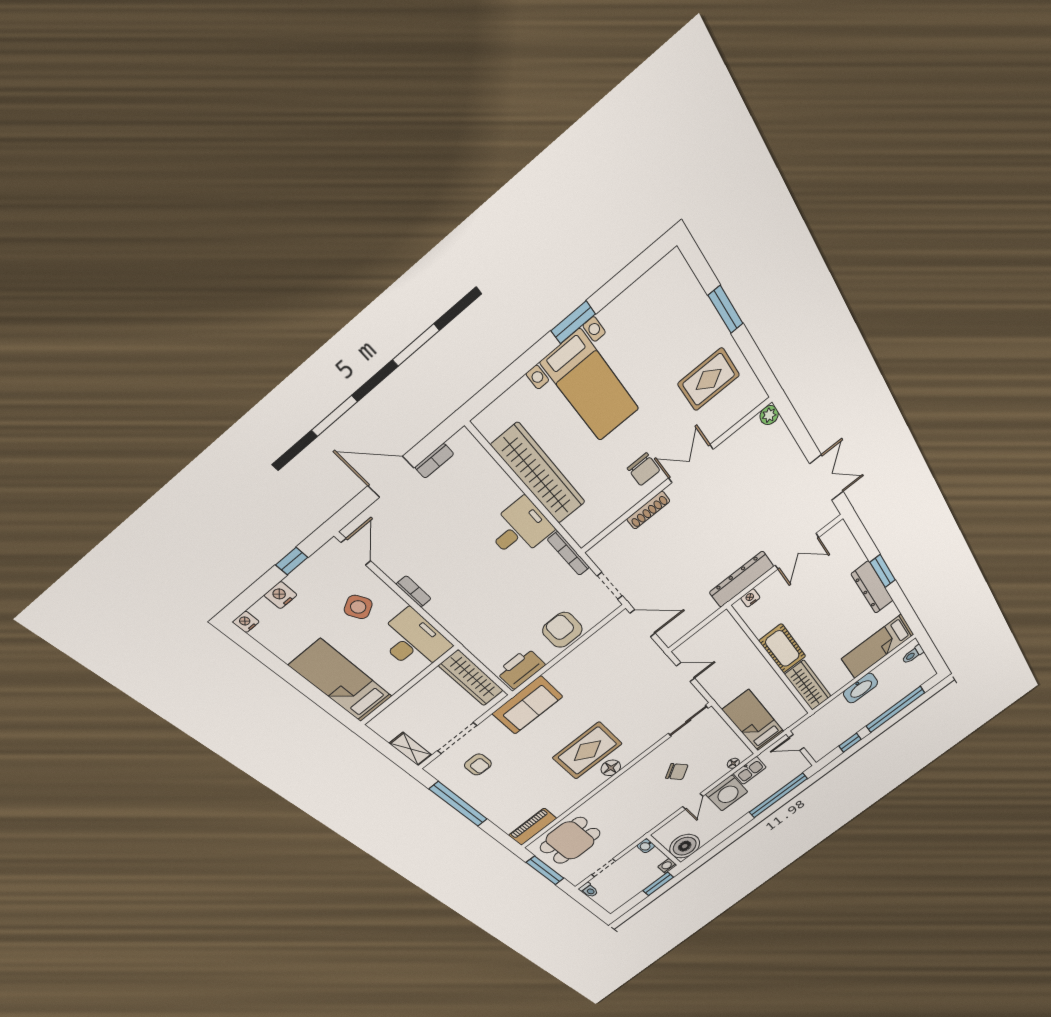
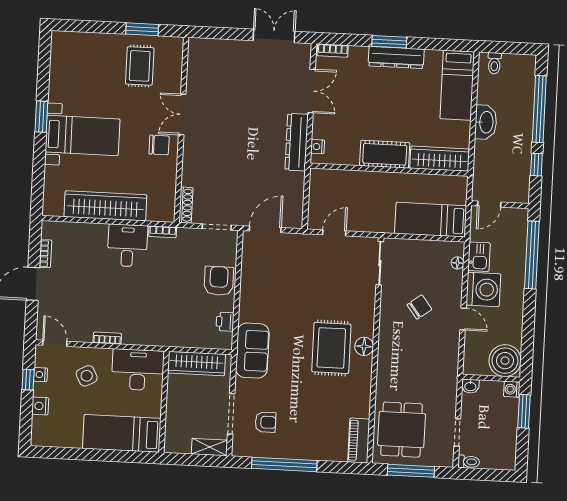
window: (726, 310) -> (142, 29), moved
plant: (769, 415) -> (195, 45), removed
shoe rack: (648, 510) -> (186, 205), moved
bookcase: (846, 536) -> (333, 51), added
bookcase: (569, 554) -> (163, 232), width x0.64
nightstand: (246, 622) -> (40, 375), moved
armchair: (562, 630) -> (219, 281), turned 90
printer: (521, 669) -> (225, 322), width x0.53, depth x0.68

